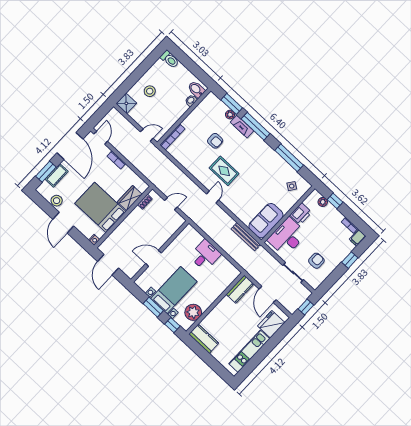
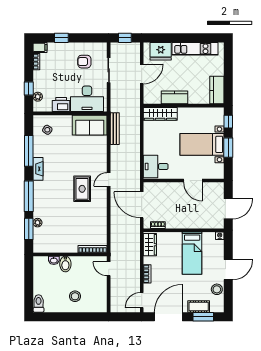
bidet: (196, 89) -> (65, 264), moved
shower: (126, 103) -> (100, 305), removed
fireplace: (242, 127) -> (38, 169), moved
armchair: (215, 141) -> (67, 216), removed
wardrobe: (130, 198) -> (150, 245), moved, turned -90
door: (171, 204) -> (142, 205), width x1.88
bed: (100, 207) -> (192, 253), width x0.67
desk: (205, 255) -> (156, 167), moved
wardrobe: (225, 280) -> (160, 114), added
kitchen counter: (240, 289) -> (175, 97), moved
plant: (193, 312) -> (205, 115), removed

